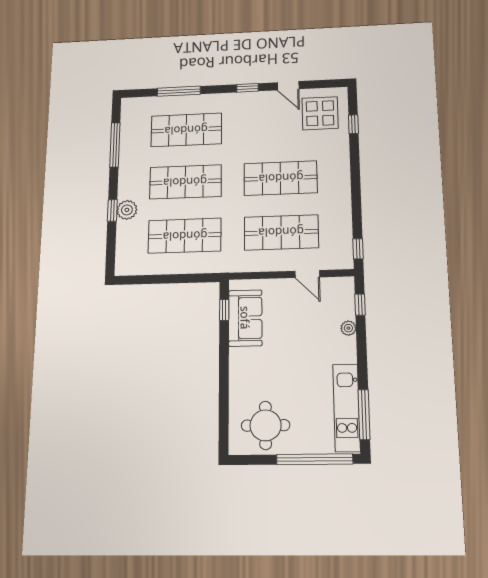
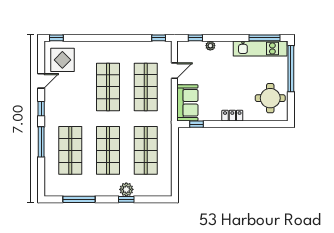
window: (179, 91) -> (41, 142), moved
window: (353, 124) -> (56, 38), moved
sofa: (245, 318) -> (187, 103), moved, turned 90
locker: (237, 365) -> (232, 116), added

